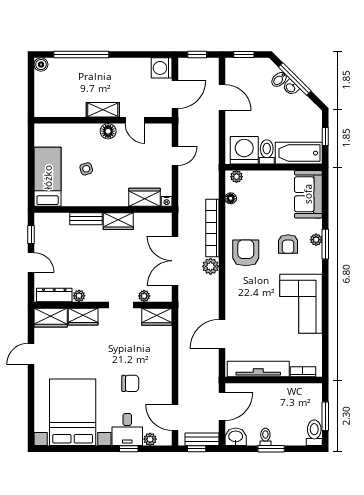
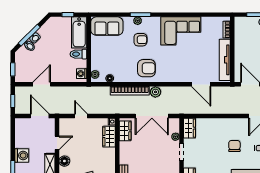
washing machine: (162, 68) -> (22, 155), moved, turned -90
washing machine: (244, 150) -> (82, 74), width x0.53, depth x0.53
wardrobe: (118, 221) -> (125, 131), moved
armchair: (246, 253) -> (146, 68), turned 180

